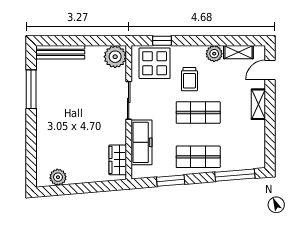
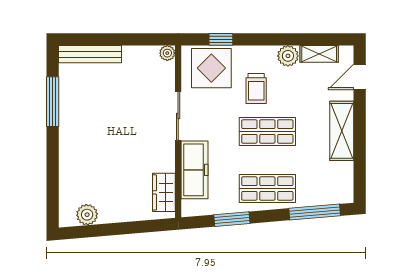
plant: (115, 57) -> (167, 53), width x0.53, depth x0.53
shelving: (258, 104) -> (342, 131), width x1.50, depth x1.33

